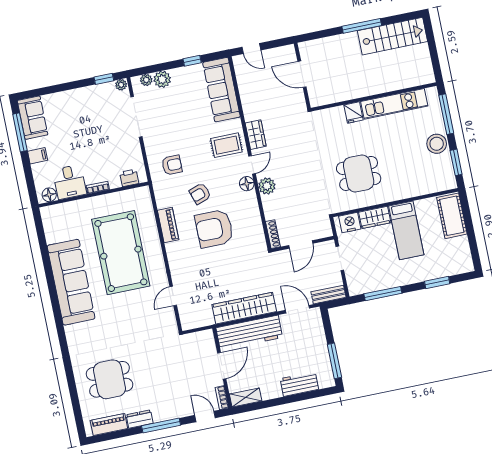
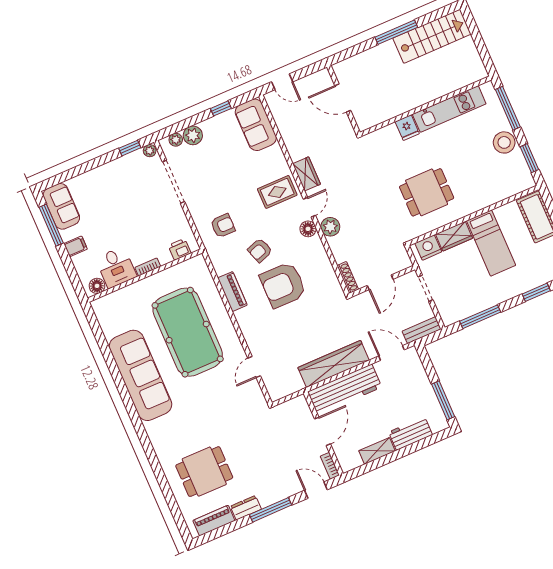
sofa: (222, 90) -> (256, 125), width x0.73
shelving: (246, 397) -> (377, 451), moved

